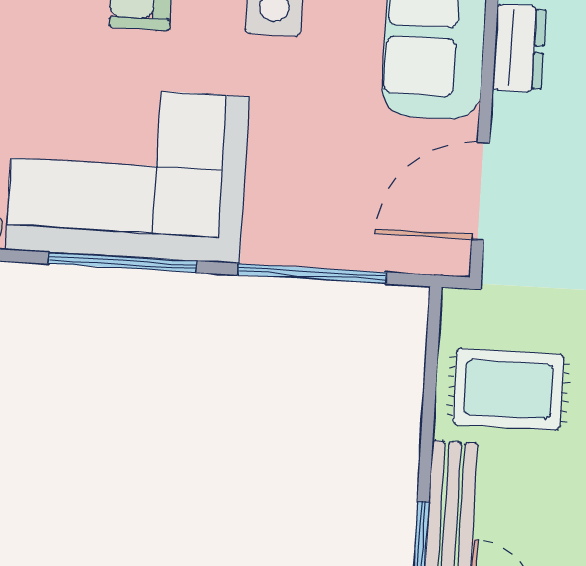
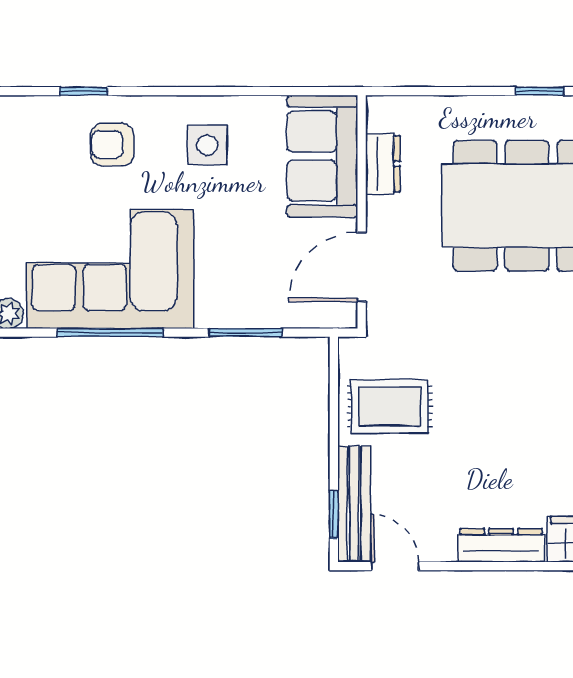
window: (312, 274) -> (245, 333), width x0.69

